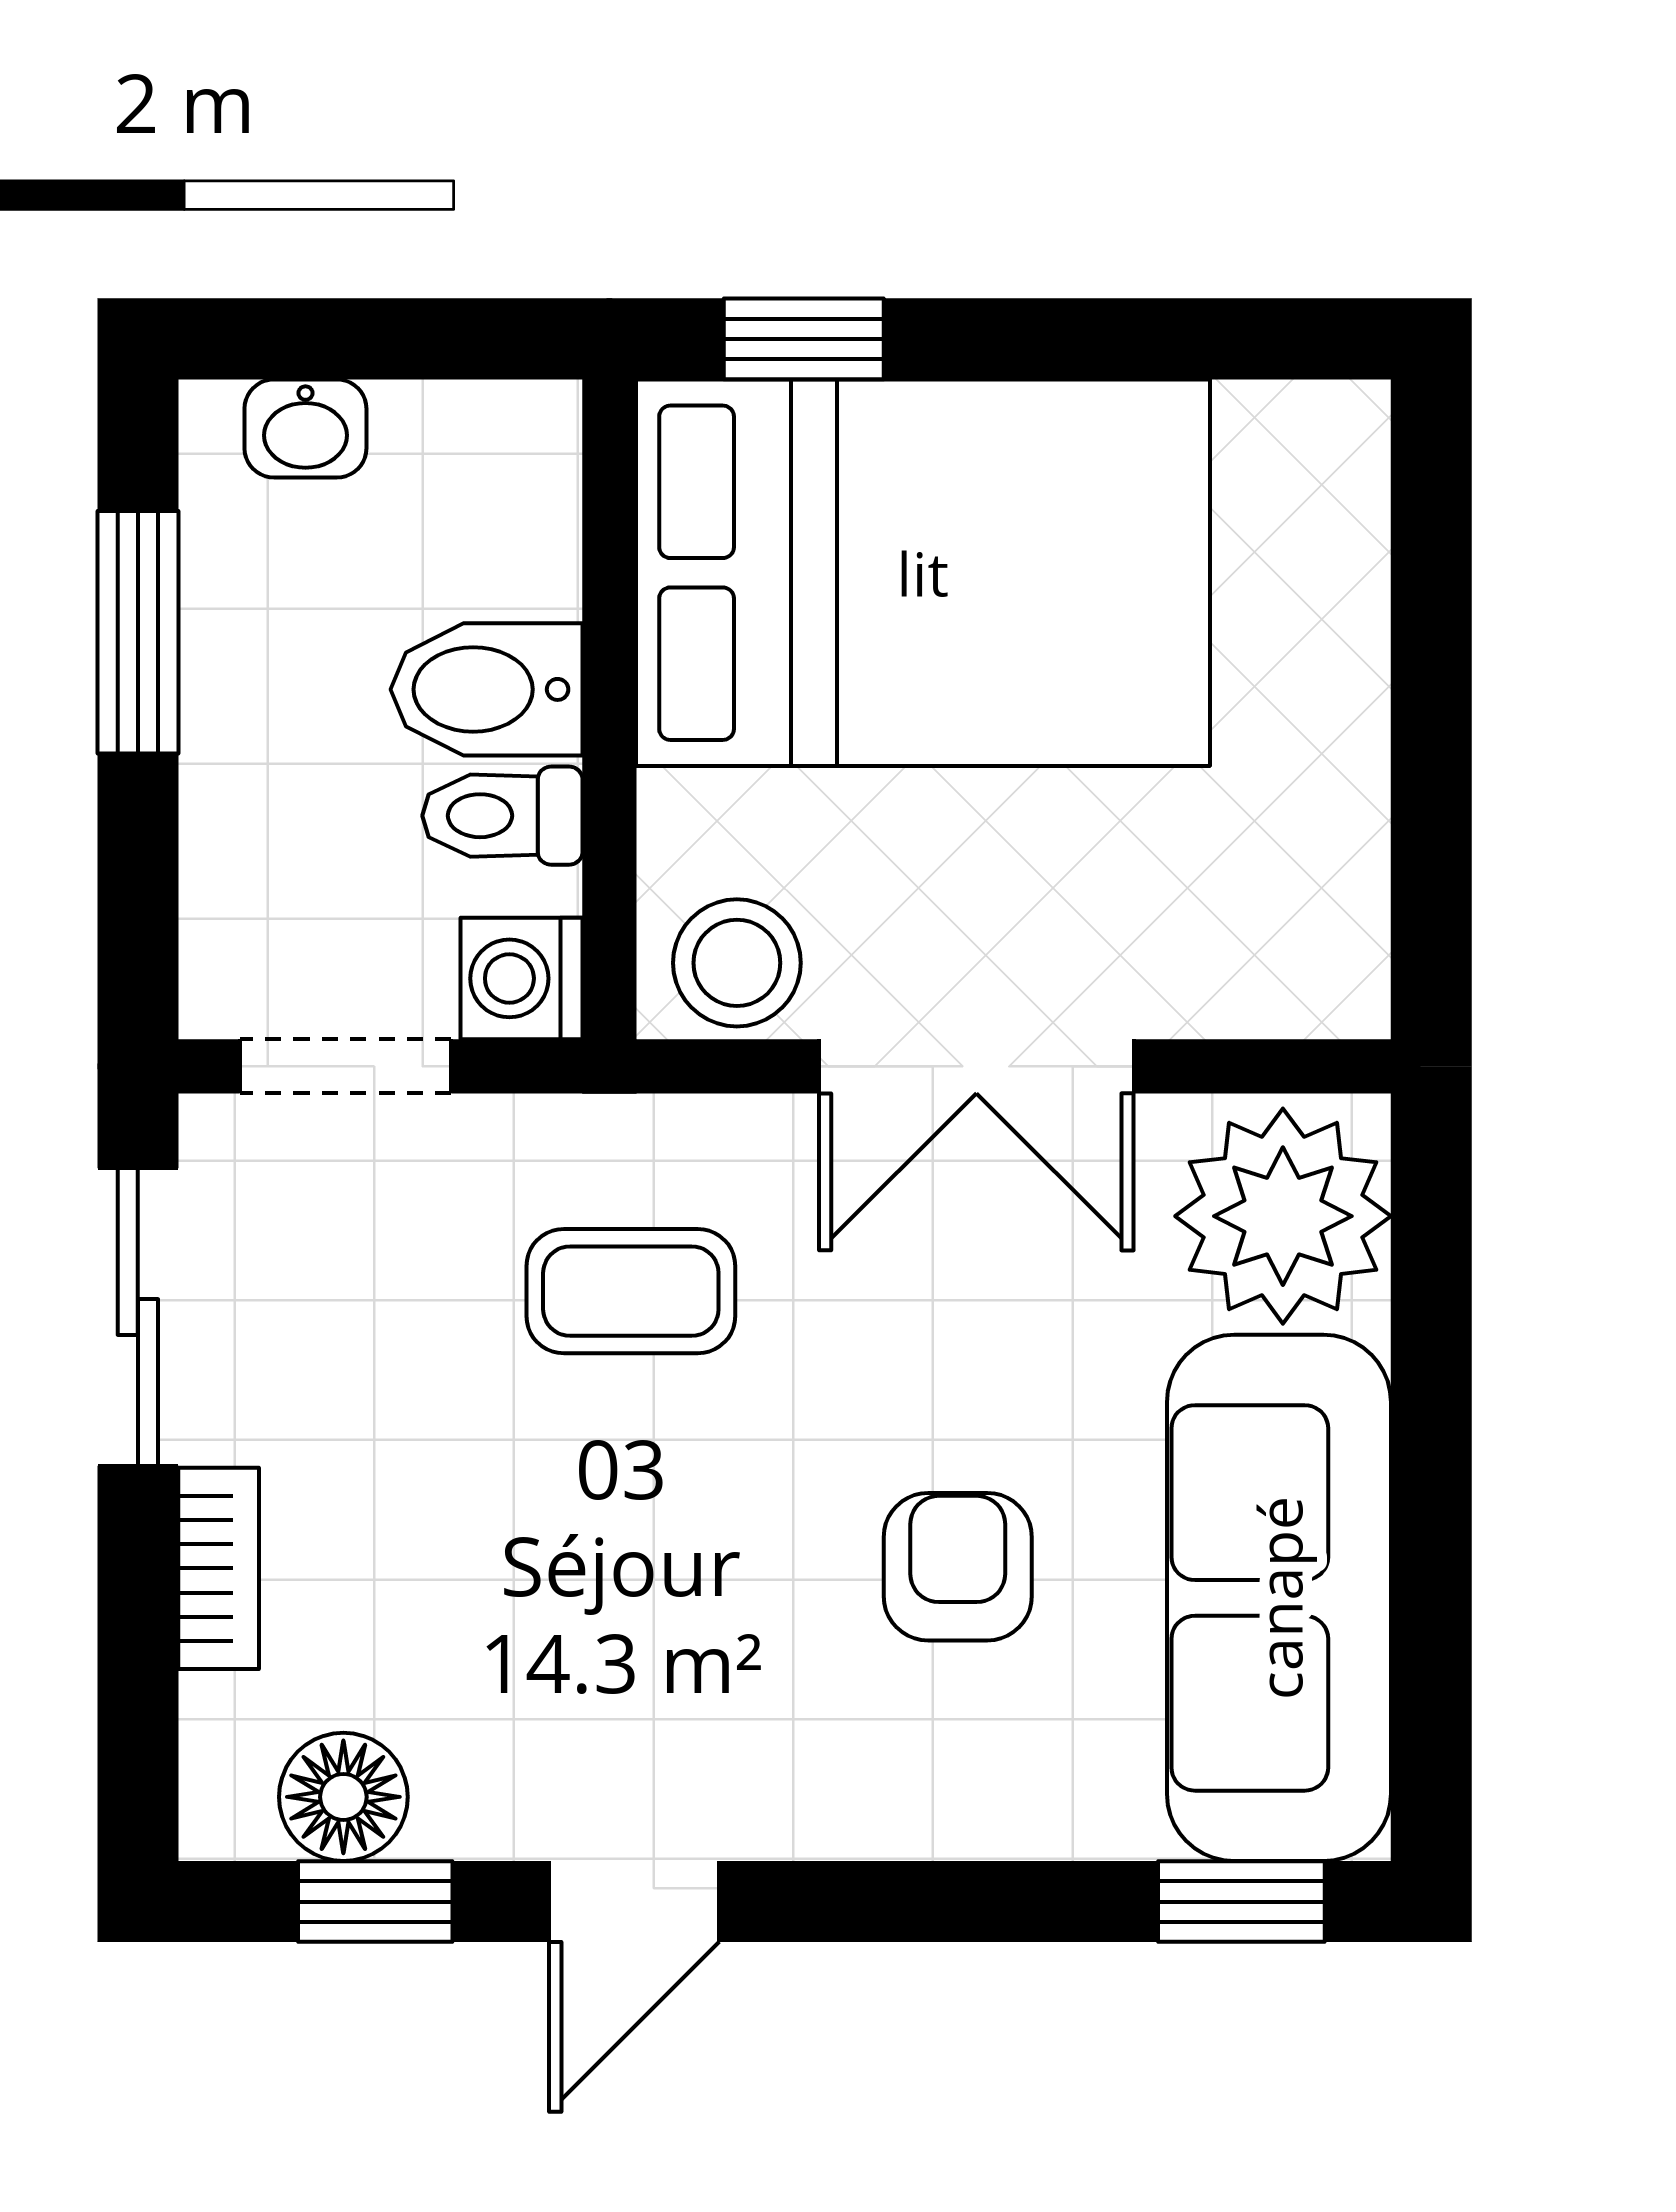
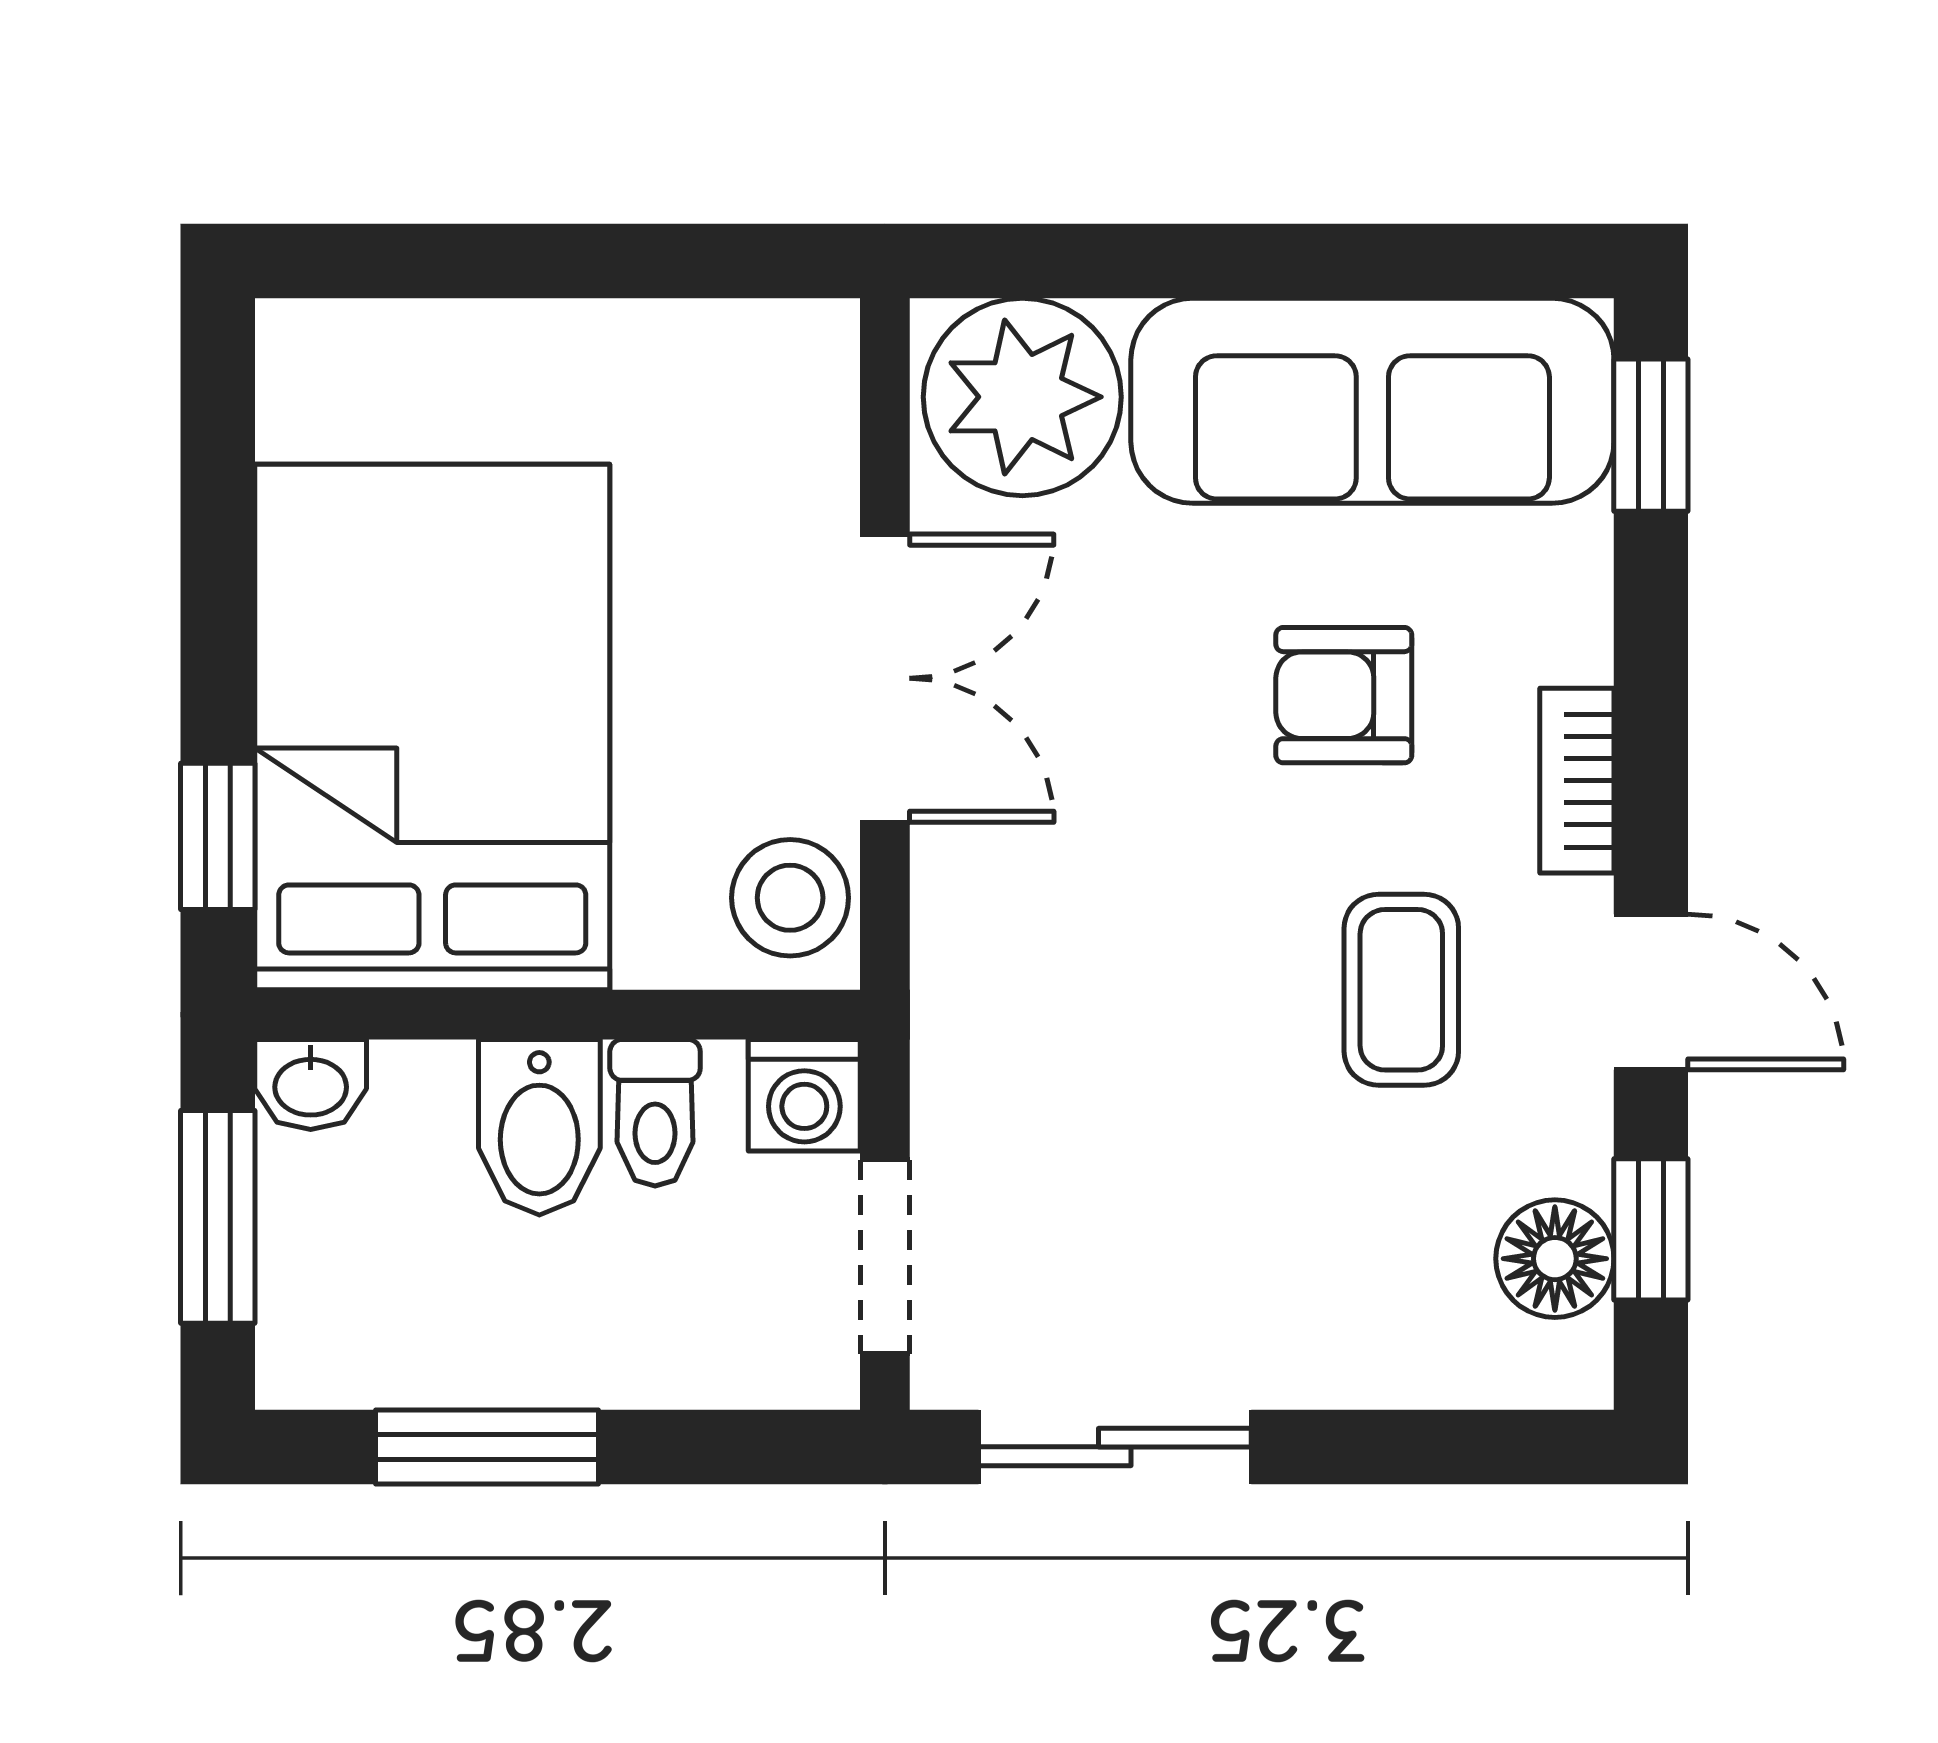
window: (389, 339) -> (218, 1217), added
washbasin: (305, 428) -> (311, 1084), moved, turned 90
coffee table: (631, 1291) -> (1401, 990), moved
bookcase: (219, 1568) -> (1577, 781), moved, turned -90

